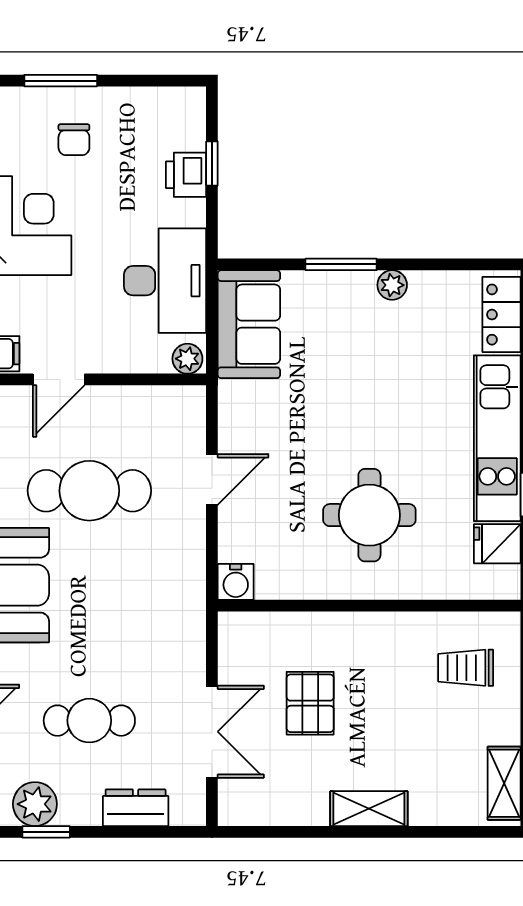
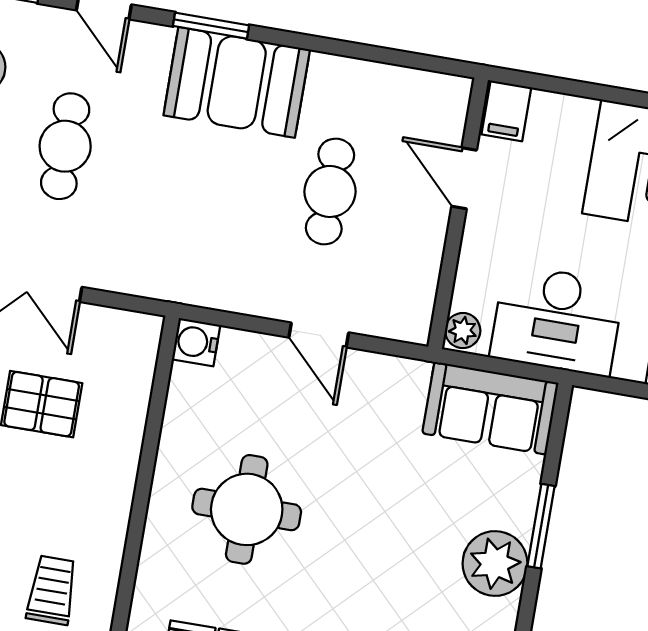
plant: (392, 285) -> (495, 563), width x1.87, depth x1.87
cafe table: (89, 491) -> (330, 191), width x0.73, depth x0.74

